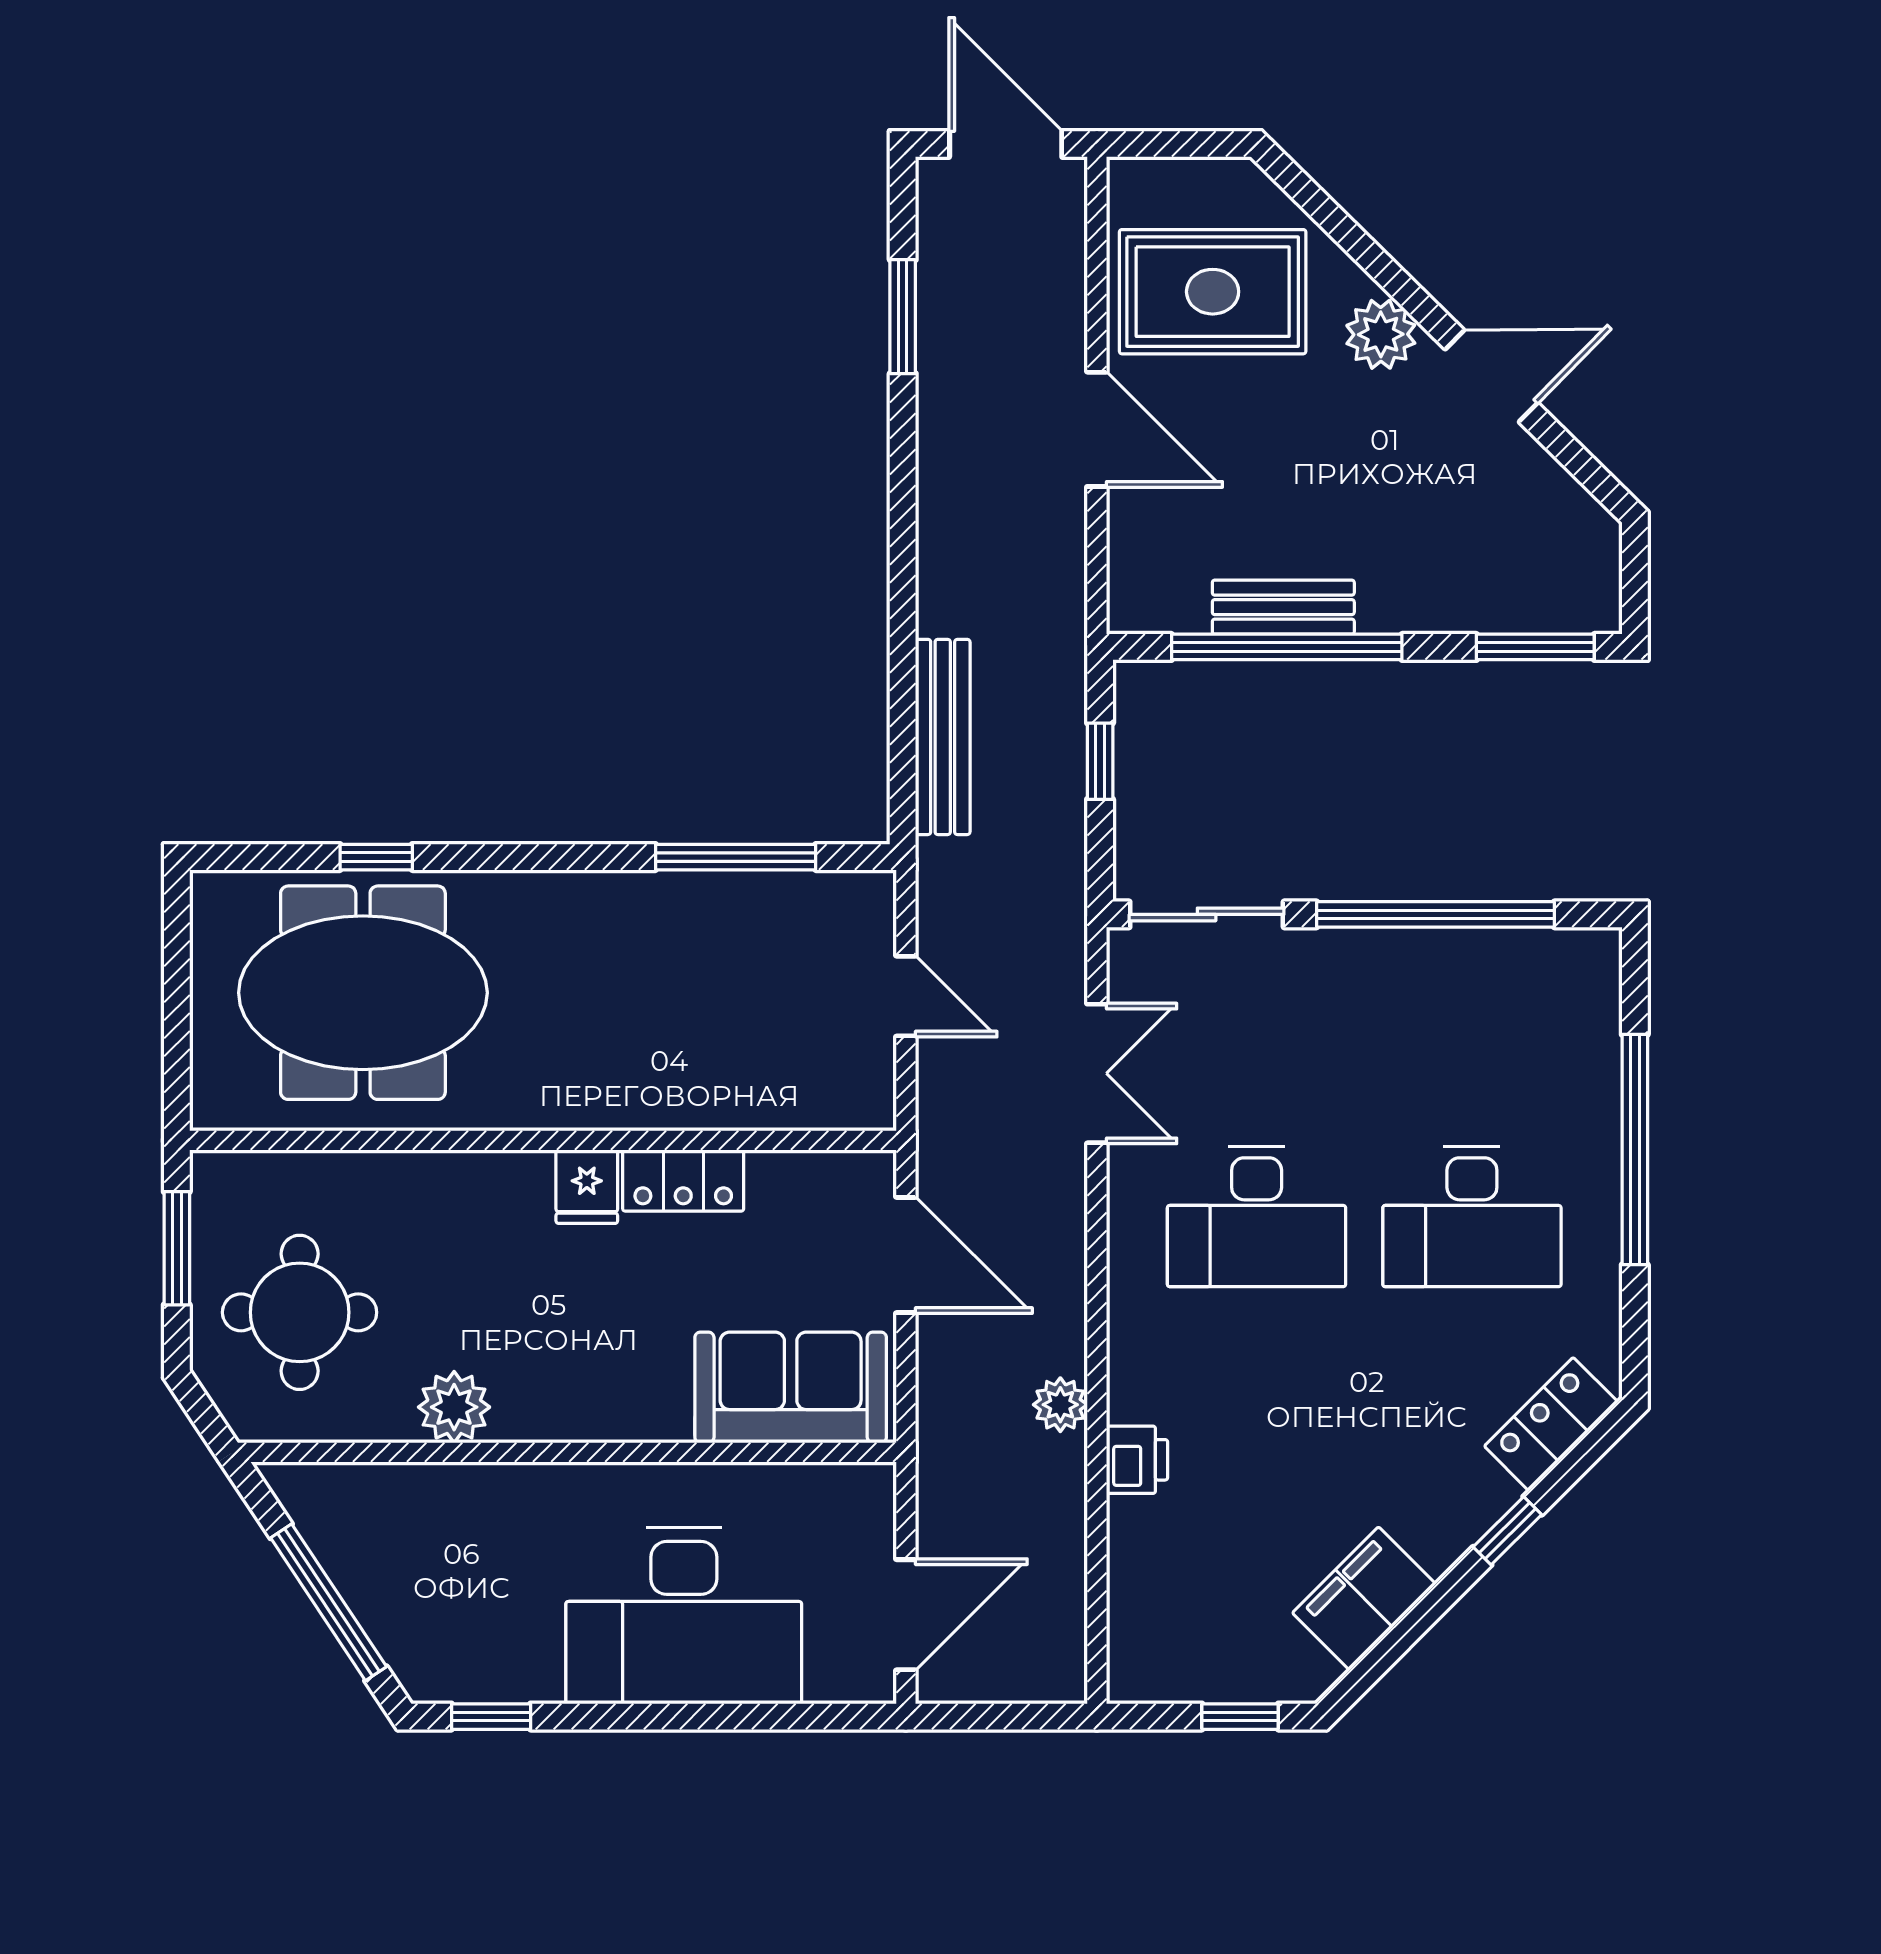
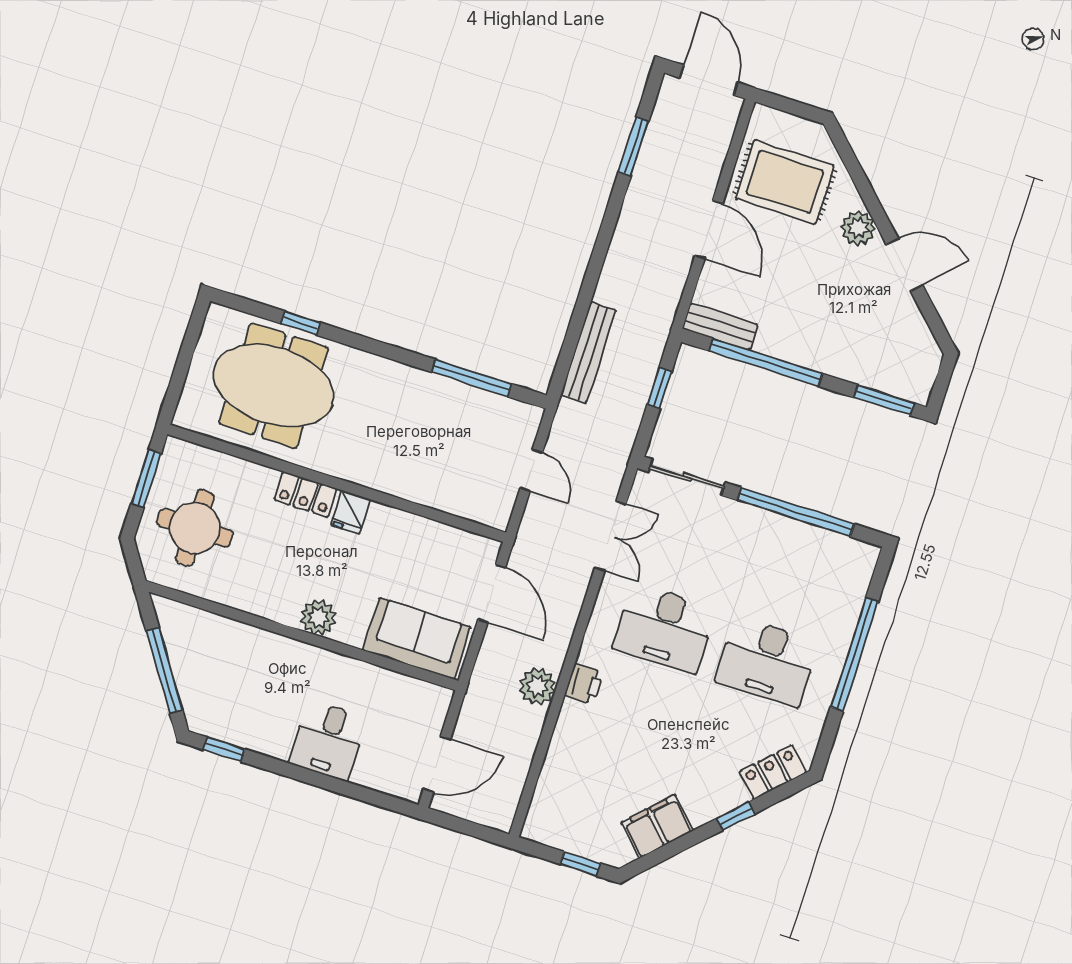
bench: (1283, 607) -> (720, 327), moved
locker: (683, 1181) -> (306, 494), moved
plant: (1060, 1405) -> (538, 686), width x1.38, depth x1.38
plant: (454, 1407) -> (318, 617), moved
printer: (1137, 1460) -> (584, 684), moved
desk: (684, 1616) -> (328, 740), width x0.53, depth x0.77

